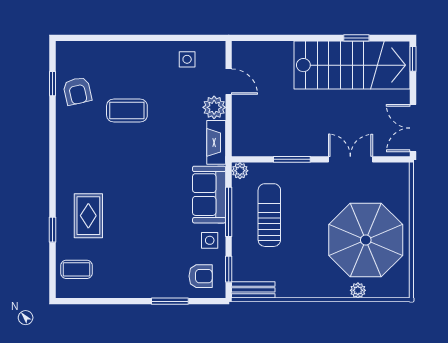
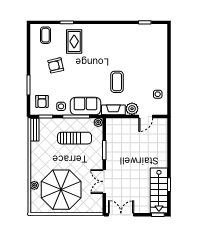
stairs: (352, 65) -> (159, 191), width x0.73, depth x0.66
armchair: (77, 91) -> (56, 65), moved
coffee table: (127, 111) -> (117, 82), moved
double door: (350, 159) -> (104, 181), swing flipped
rug: (88, 216) -> (74, 41), turned 90

